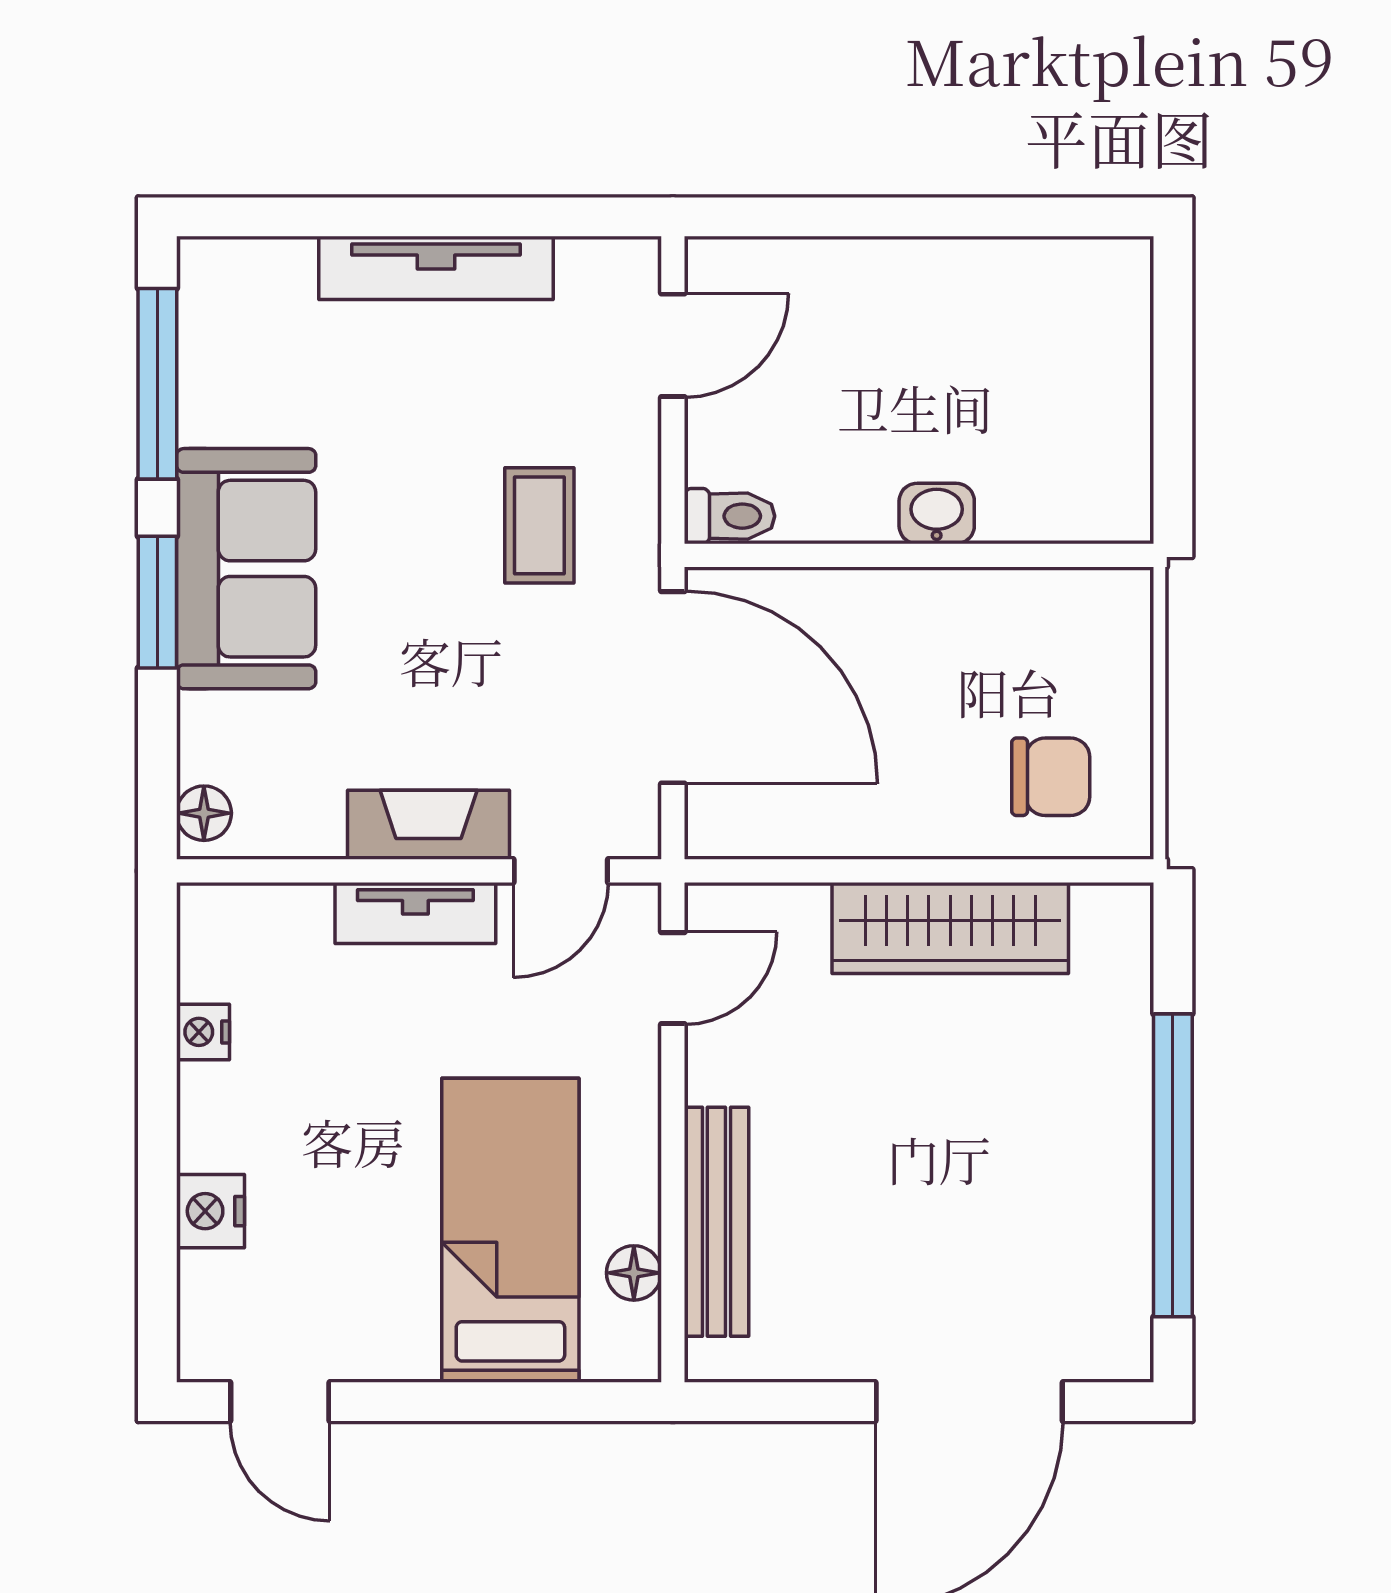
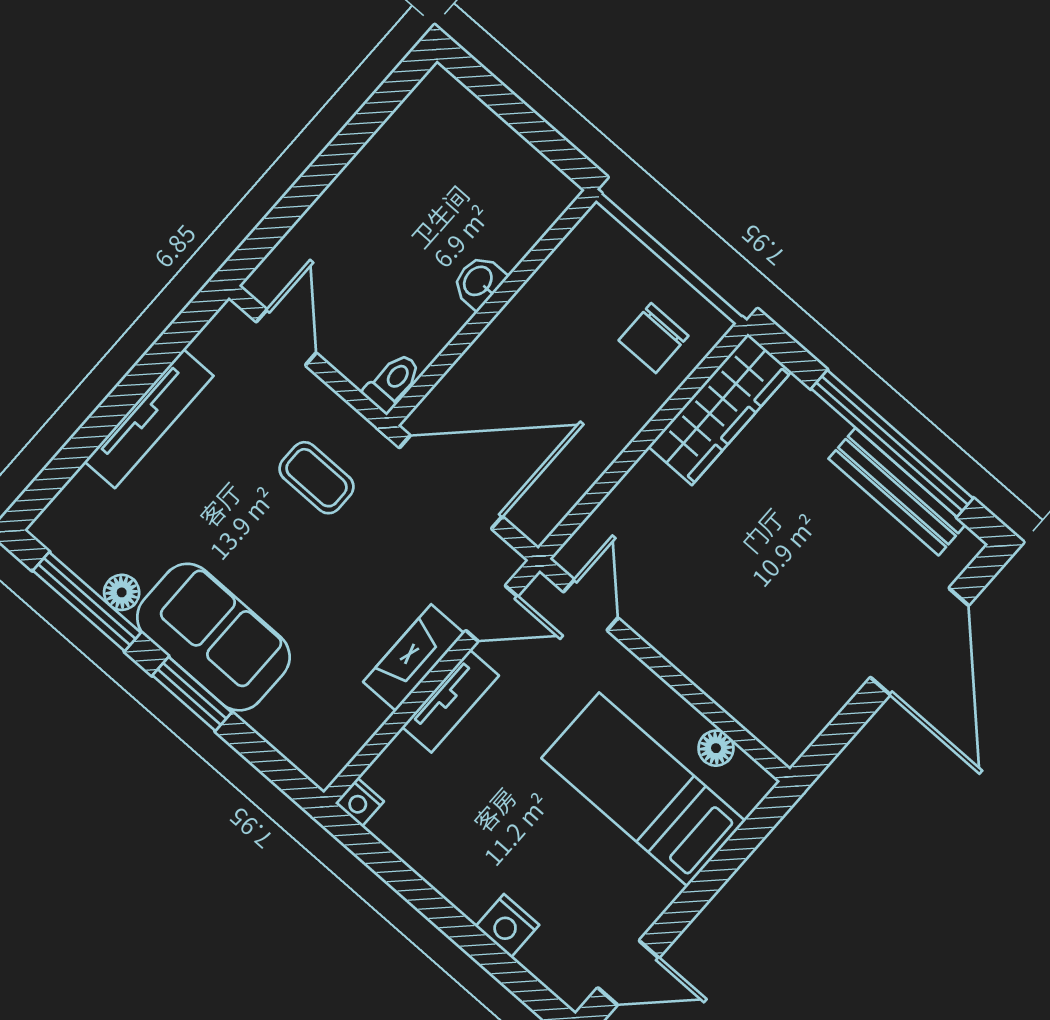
chair: (1051, 777) -> (654, 338), turned 180
floor lamp: (204, 813) -> (122, 592), moved
door: (561, 871) -> (492, 613), hinge flipped
wardrobe: (950, 928) -> (720, 409), moved
nightstand: (203, 1032) -> (359, 802), moved
bench: (716, 1222) -> (897, 492), moved

